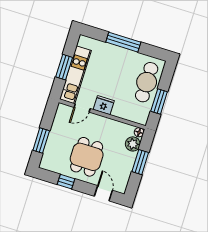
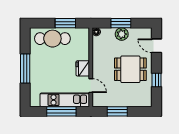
window: (64, 67) -> (61, 111), width x1.44
window: (41, 141) -> (117, 111), moved
plant: (133, 144) -> (122, 34), moved
door: (103, 193) -> (157, 46), hinge flipped

